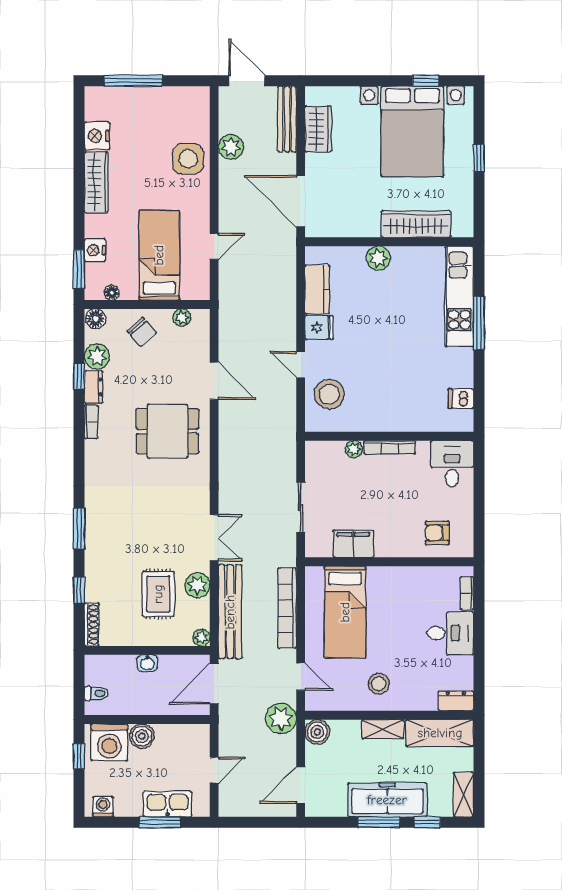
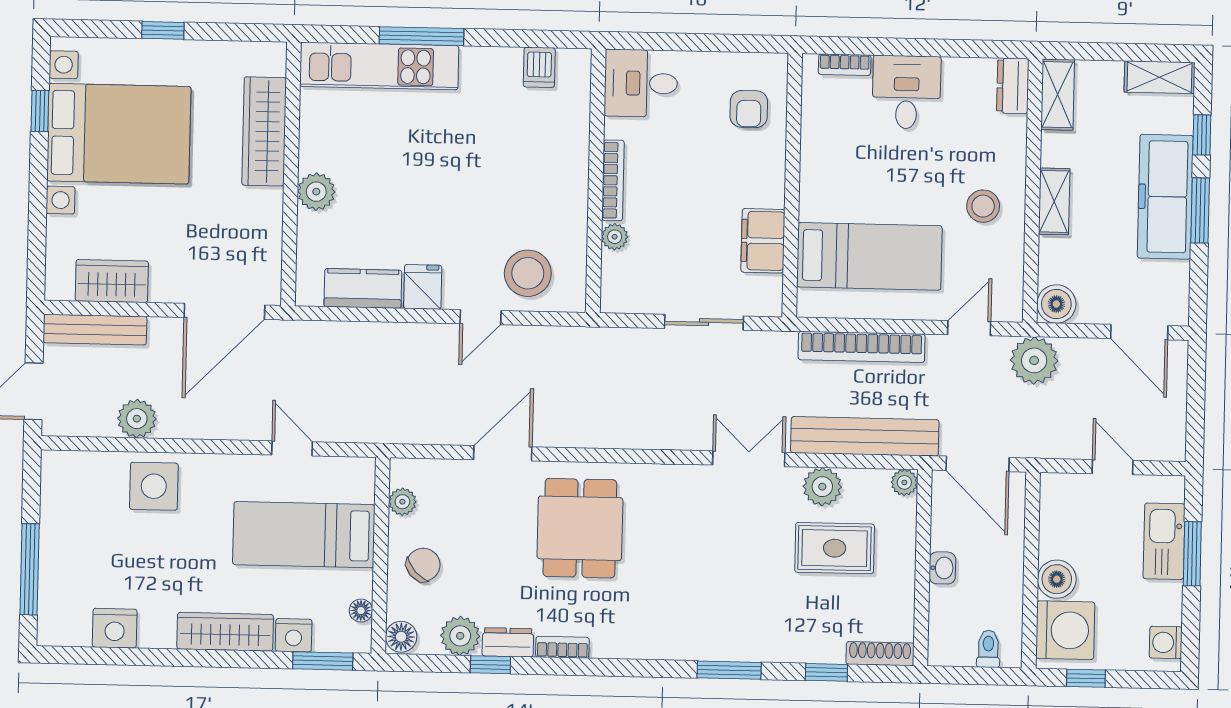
wardrobe: (96, 182) -> (225, 632), moved
shelving: (440, 733) -> (1058, 95), width x0.67, depth x0.75

